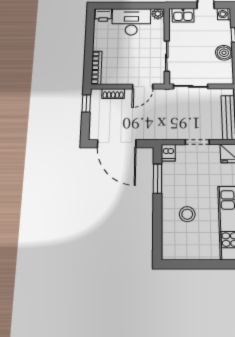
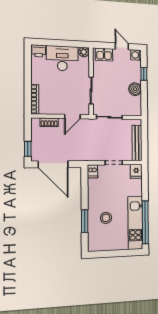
window: (86, 103) -> (28, 149), moved
window: (157, 179) -> (85, 221), moved

